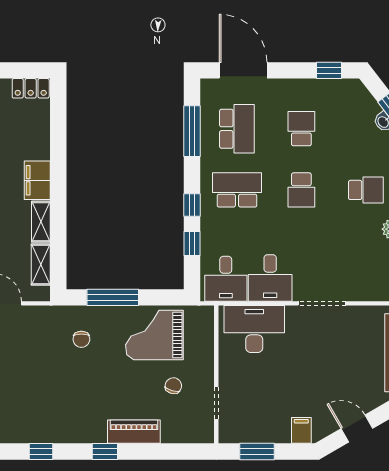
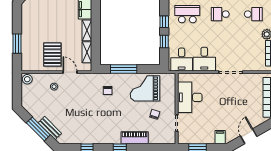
school desk: (301, 190) -> (220, 14), turned 90
desk: (254, 329) -> (190, 97), moved, turned -90
door: (357, 428) -> (249, 136), hinge flipped

